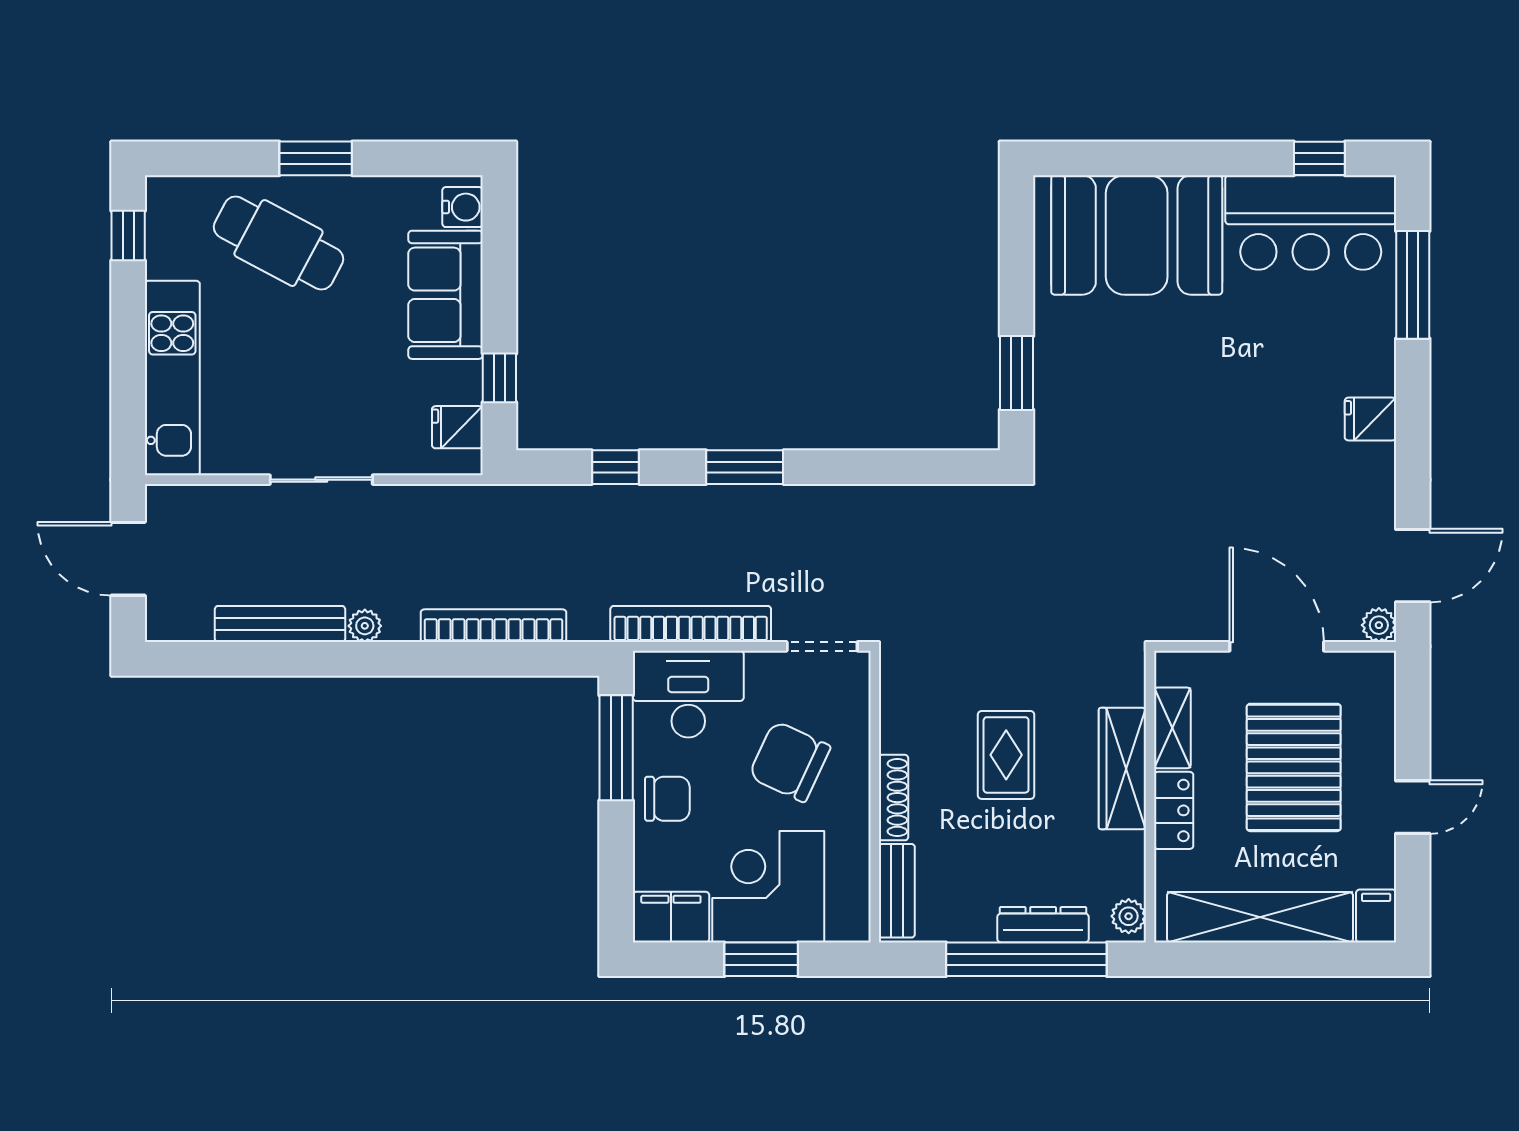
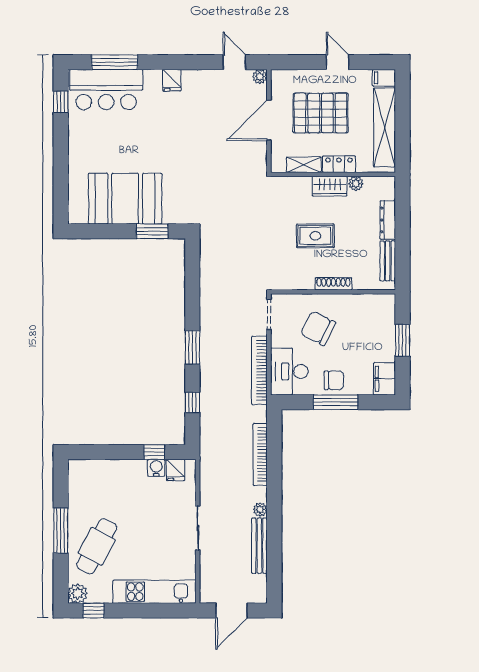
window: (316, 158) -> (61, 530), width x1.44
plant: (168, 198) -> (78, 593), added
water cooler: (463, 207) -> (156, 468), moved
bar counter: (1311, 223) -> (106, 90), moved, turned 90
booth: (1137, 235) -> (125, 199), moved, turned 90
sofa: (445, 295) -> (119, 475), removed
door: (1413, 566) -> (234, 62), width x0.73
window: (616, 748) -> (336, 402), moved
chair: (790, 762) -> (318, 328), turned 92
wardrobe: (1122, 768) -> (330, 186), width x0.67
chair: (667, 799) -> (334, 380), turned 90
corner desk: (768, 887) -> (371, 337), removed
bench: (897, 891) -> (388, 261), moved, turned 90
plant: (1129, 916) -> (356, 183), moved
window: (1026, 959) -> (402, 227), removed

